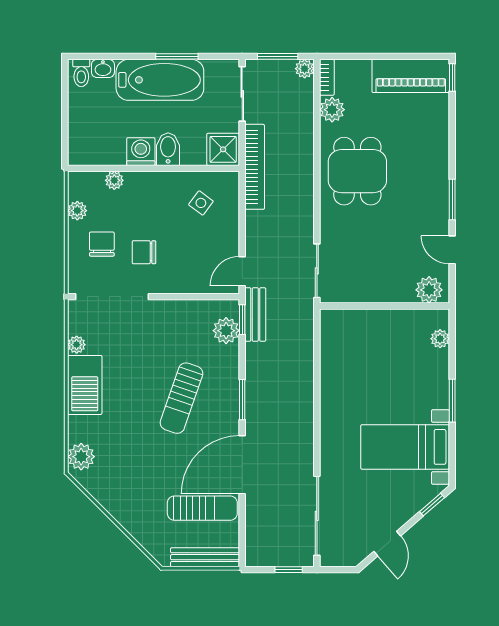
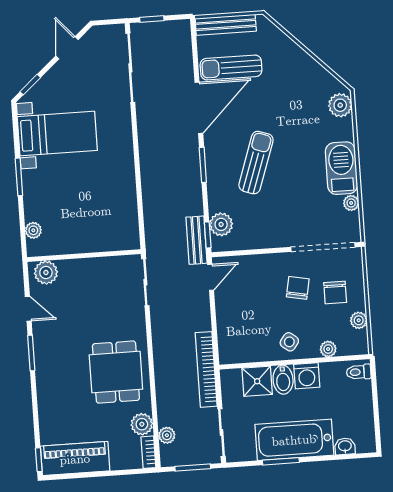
plant: (305, 69) -> (167, 435), moved
toilet: (81, 73) -> (359, 372), moved, turned -90
shower: (223, 149) -> (257, 381), moved
side table: (201, 203) -> (289, 342), moved
chair: (144, 252) -> (298, 288), turned -79

